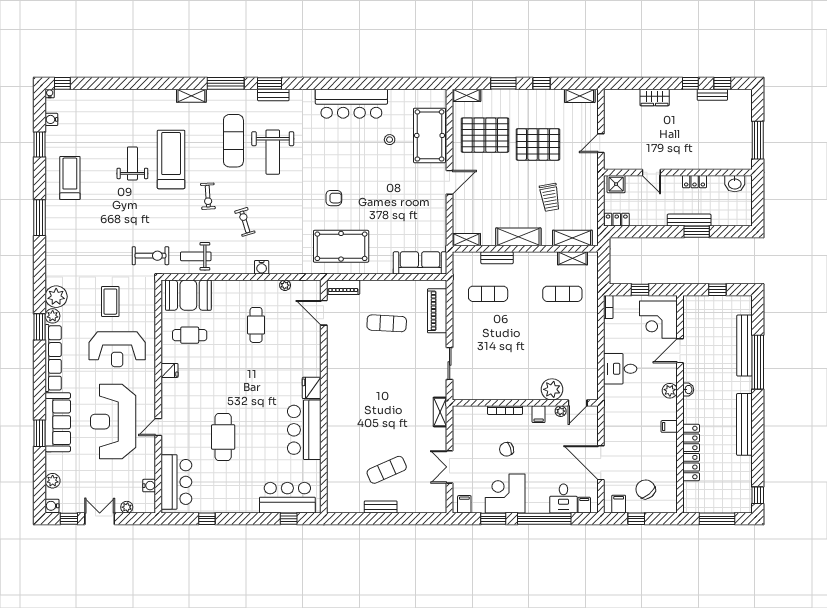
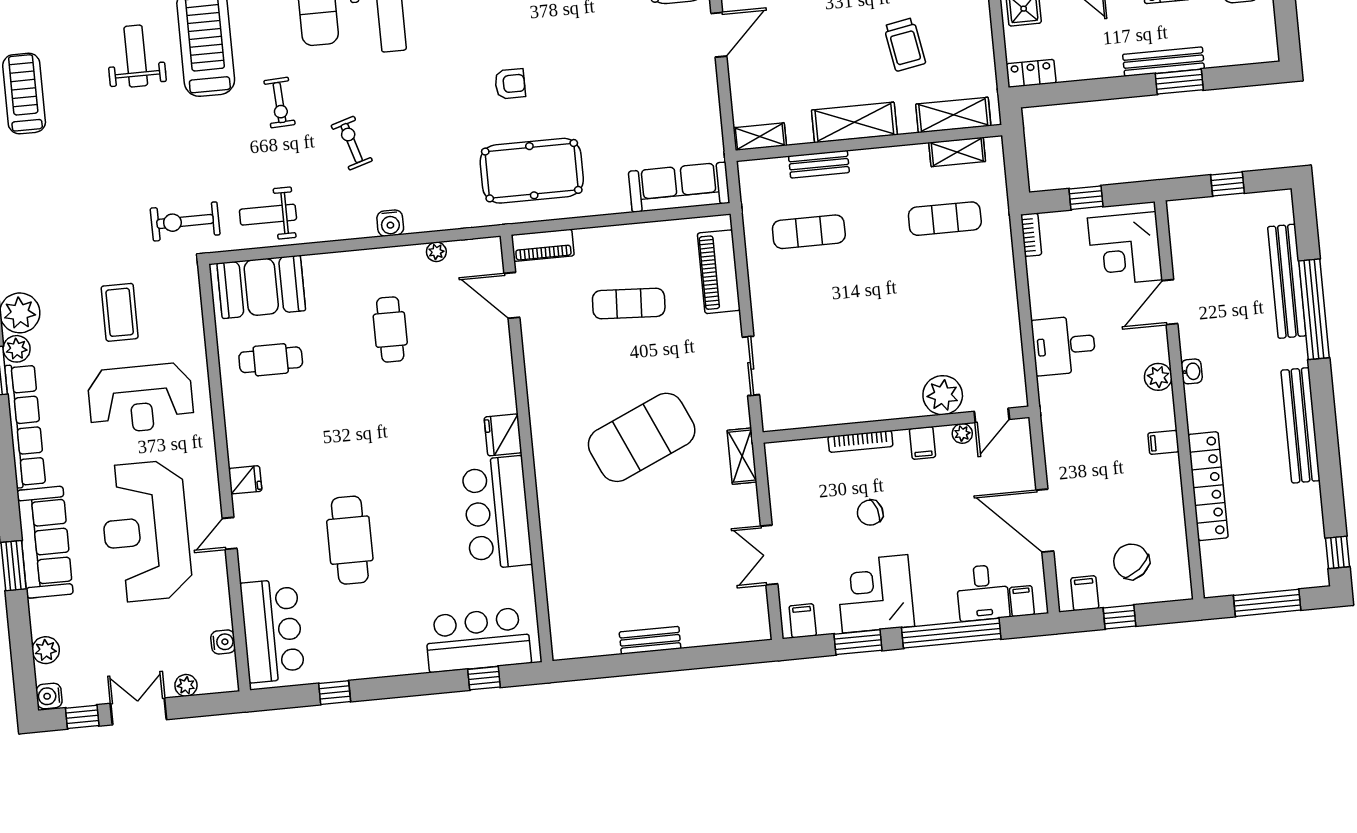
exercise bike: (150, 256) -> (185, 221), turned 180
fridge: (170, 370) -> (245, 480), moved
exercise mat: (387, 470) -> (642, 437), moved, width x2.00, depth x1.45

